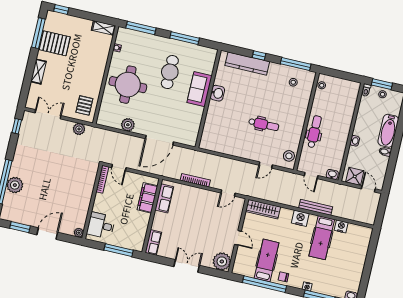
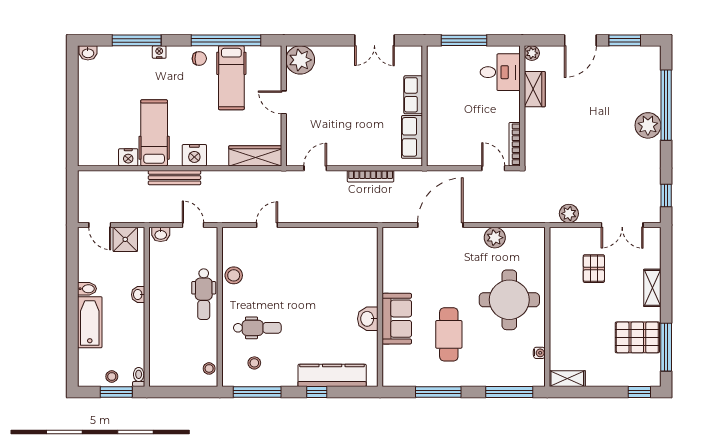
pallet: (84, 105) -> (594, 269), moved
dental chair: (264, 124) -> (257, 328), moved, turned 180
stool: (289, 156) -> (234, 275), moved
plant: (15, 185) -> (648, 125), moved
filing cabinet: (147, 198) -> (438, 132), removed
wardrobe: (82, 210) -> (535, 89), added
row of seats: (153, 242) -> (413, 95), moved
double door: (187, 266) -> (374, 40), moved

